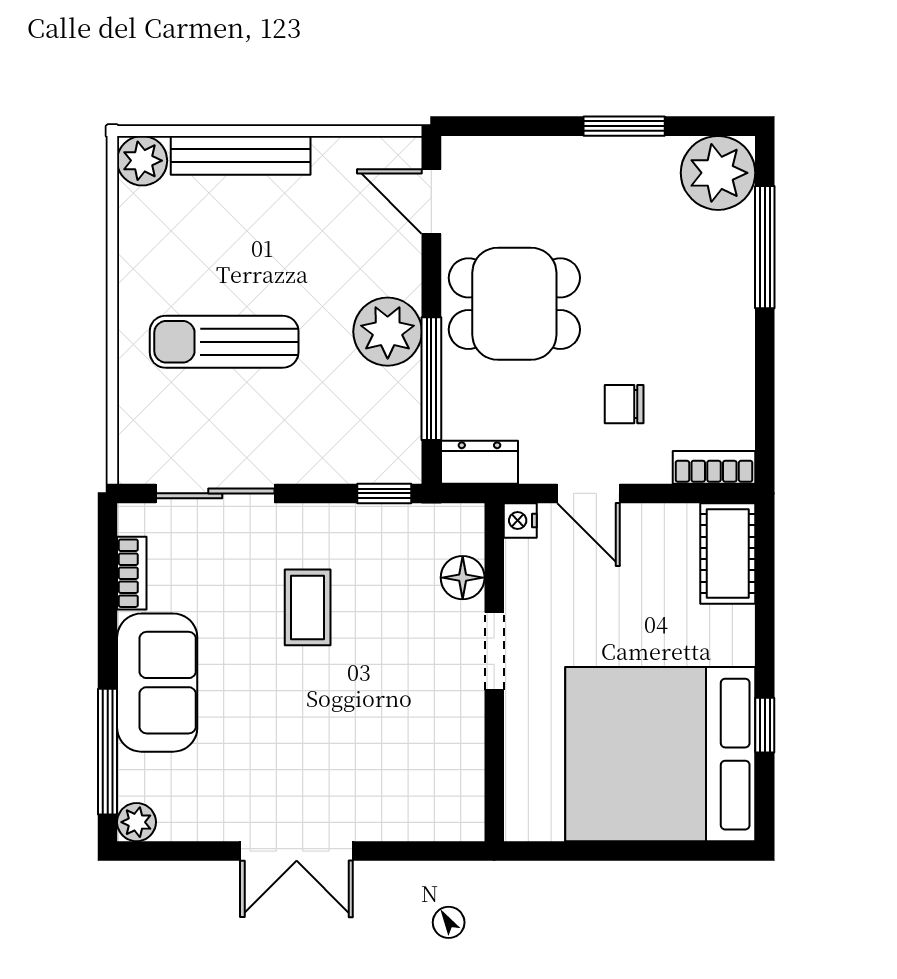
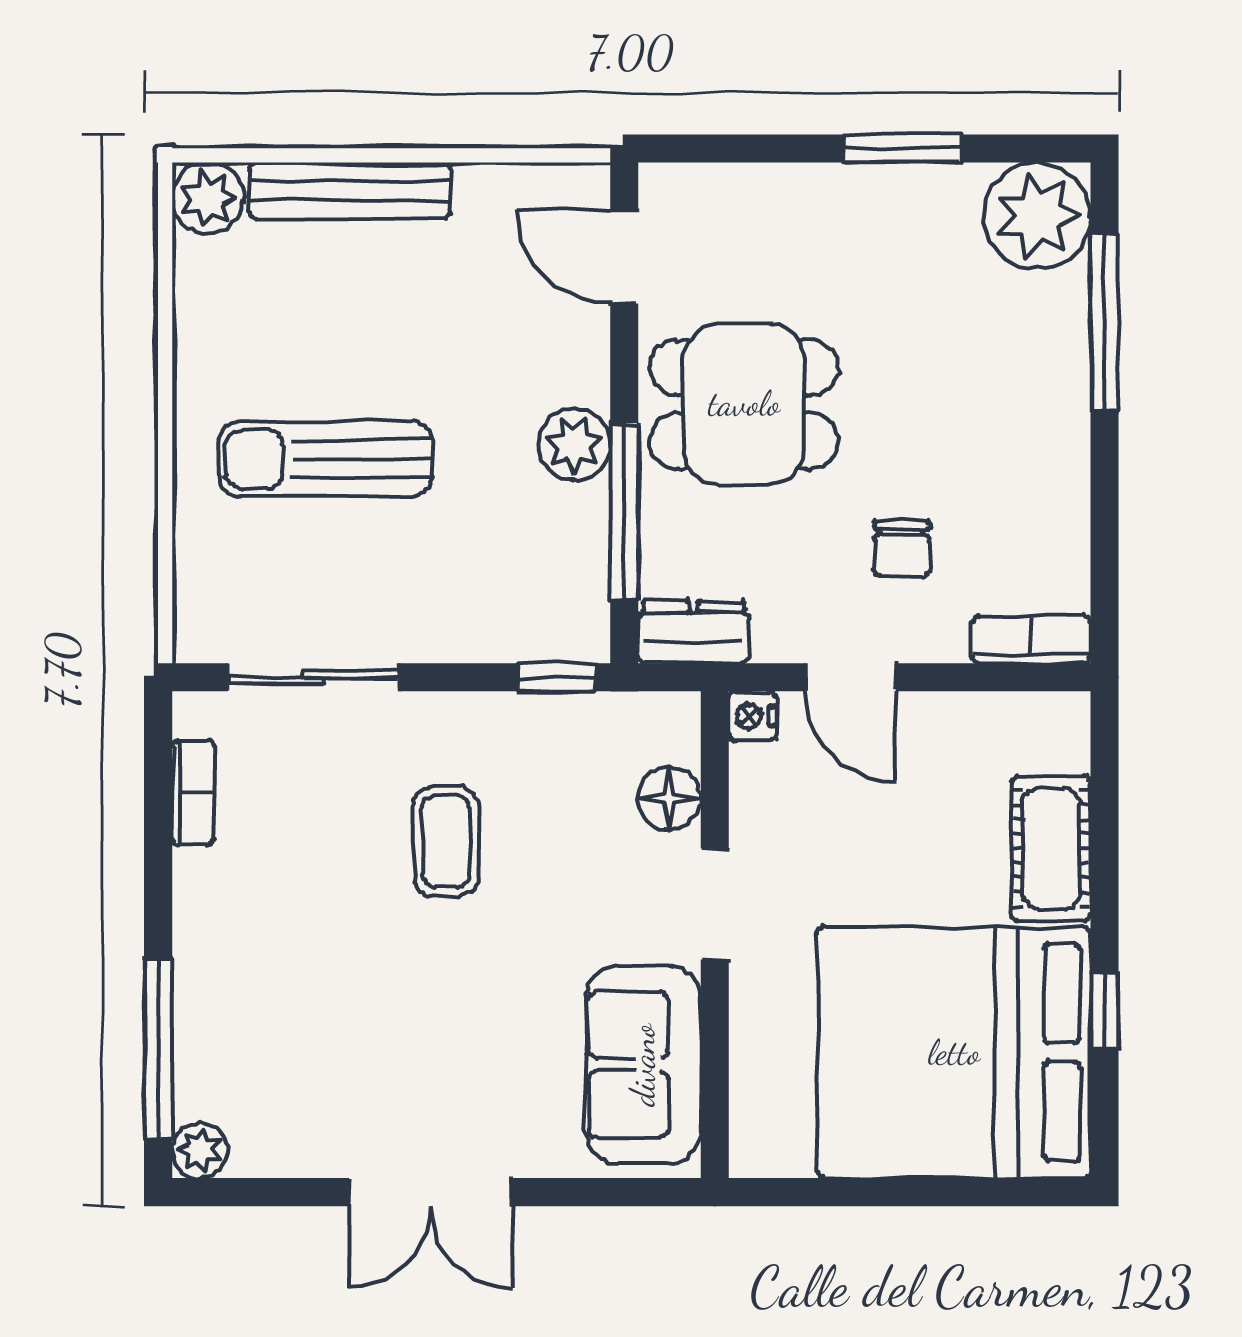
plant: (388, 332) -> (574, 444), width x0.73, depth x0.73
chair: (624, 404) -> (902, 549), turned -90
cot: (728, 553) -> (1051, 849), moved
sofa: (157, 683) -> (643, 1065), moved, turned 180

